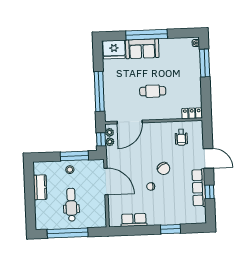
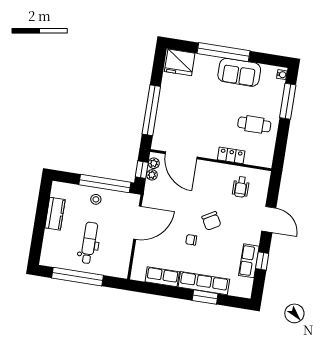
sofa: (142, 49) -> (239, 72), moved
cafe table: (153, 91) -> (254, 124), moved
locker: (192, 113) -> (231, 155), moved
door: (130, 122) -> (181, 155), hinge flipped
window: (74, 156) -> (105, 184), width x1.46
door: (106, 181) -> (137, 223), hinge flipped
row of seats: (199, 188) -> (249, 261), width x0.68
row of seats: (167, 218) -> (204, 283), added

